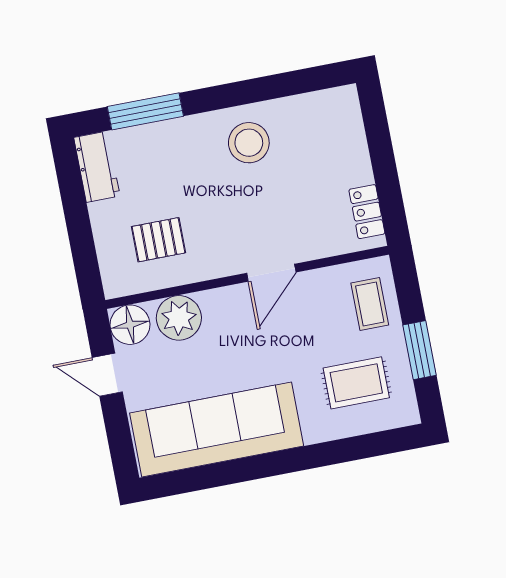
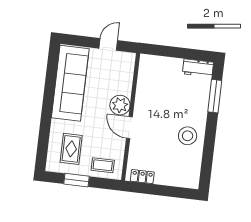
pallet: (158, 240) -> (159, 84), removed
plant: (179, 318) -> (120, 105), moved
floor lamp: (130, 325) -> (126, 61), removed

